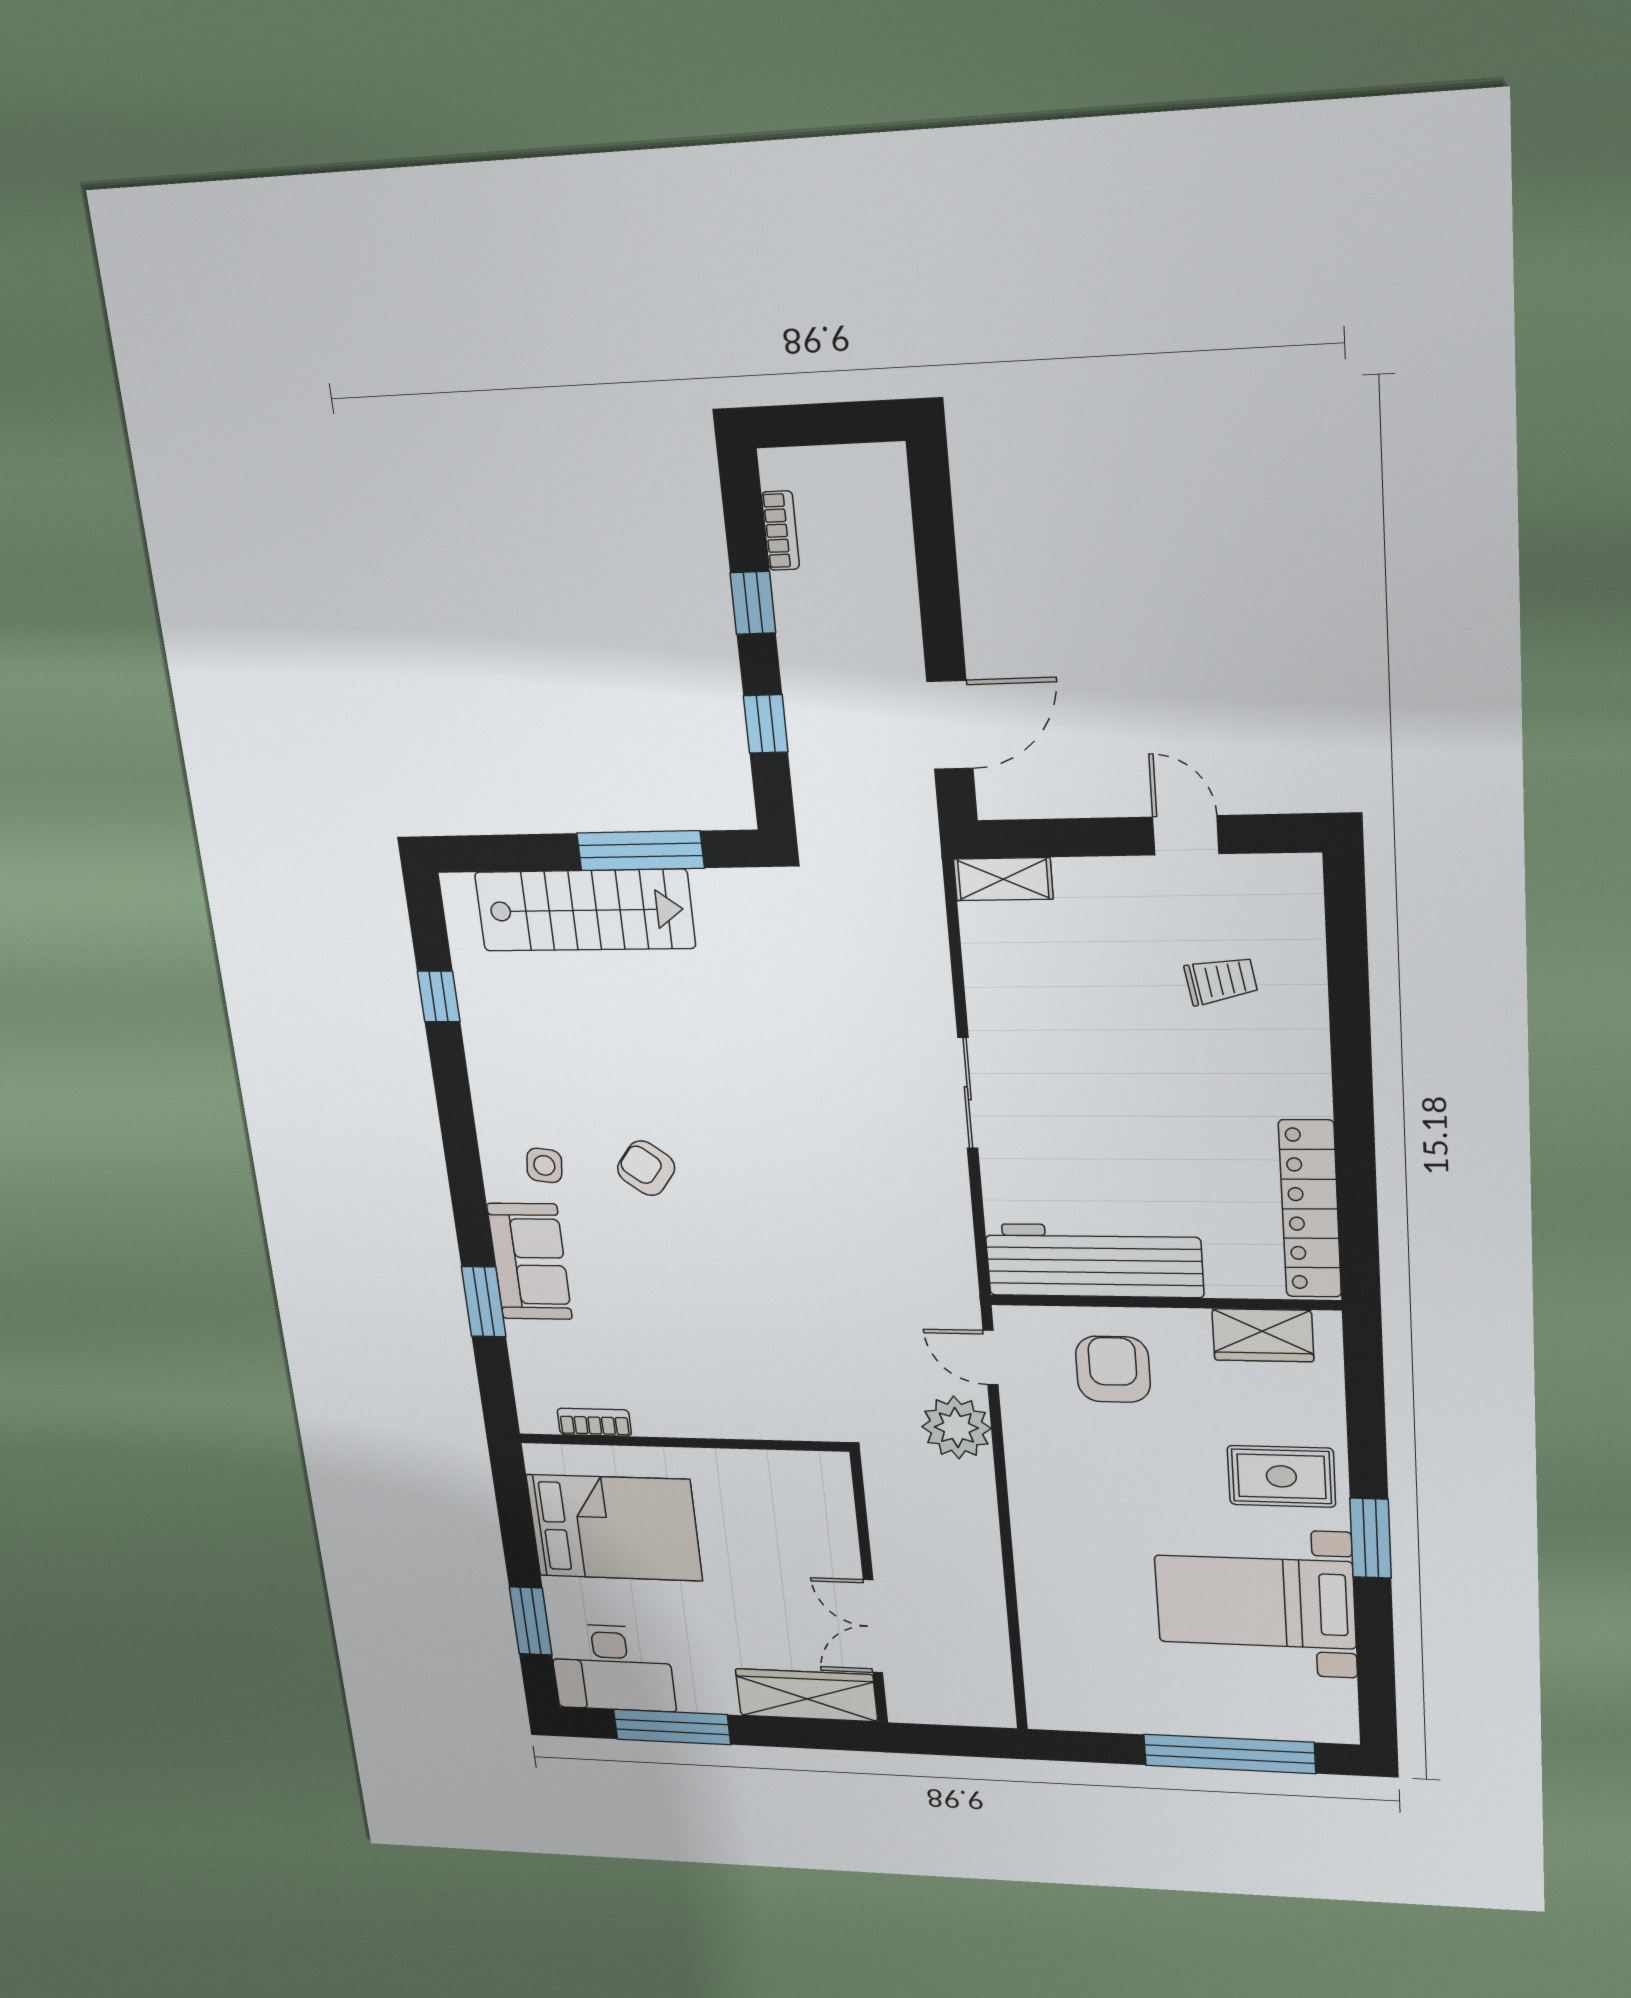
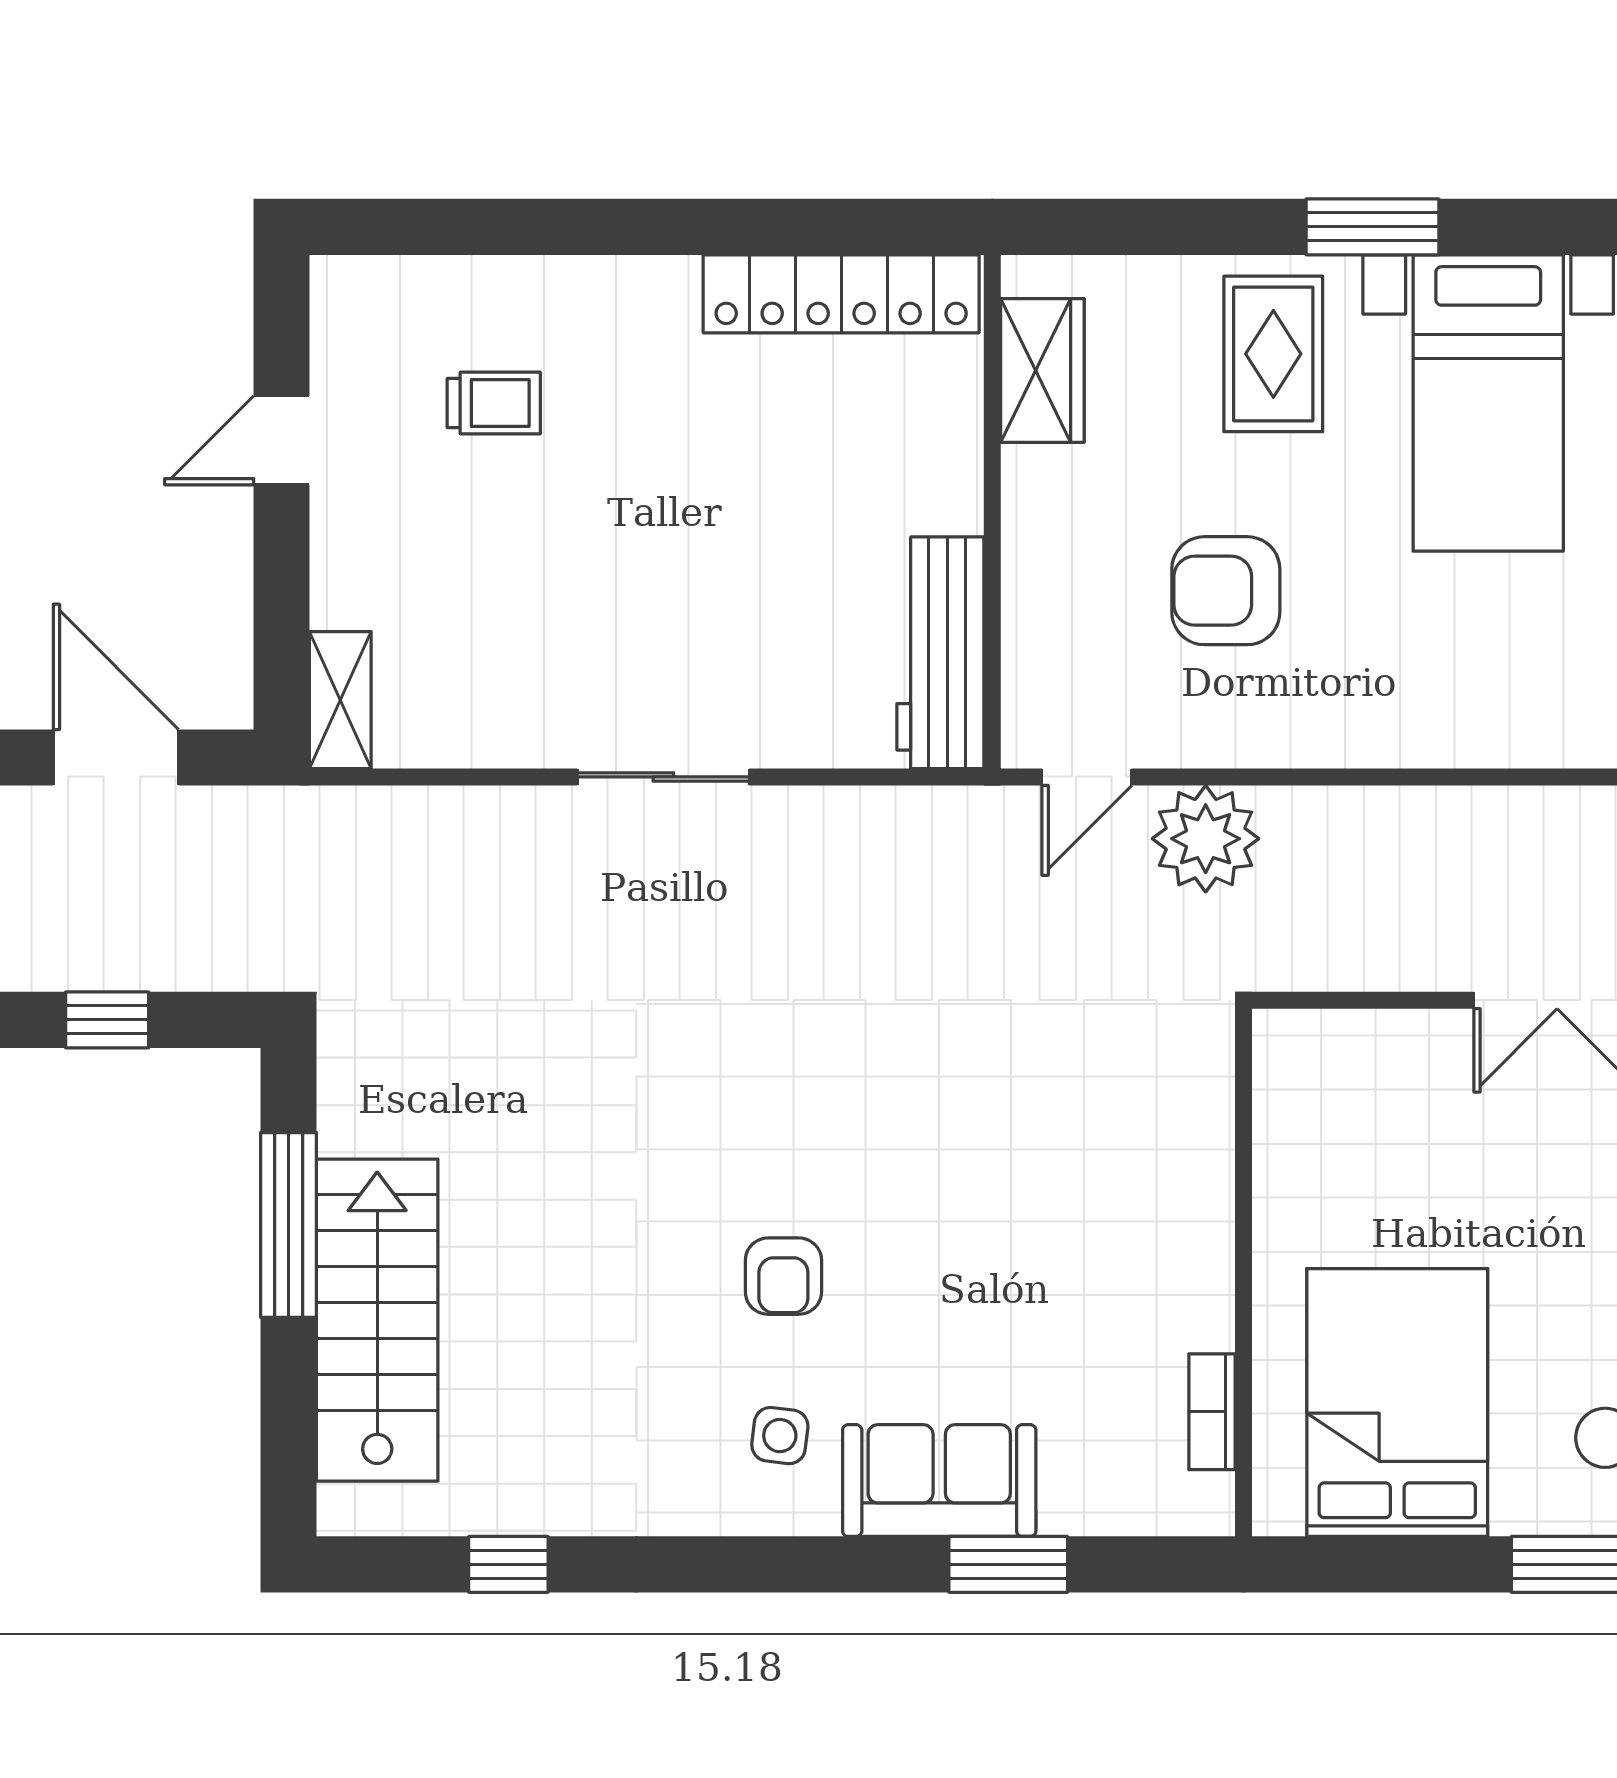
trolley: (1221, 980) -> (494, 403), turned 100
armchair: (646, 1168) -> (783, 1276), turned -37
workbench: (1094, 1261) -> (940, 653), width x0.73, depth x0.76
armchair: (1113, 1369) -> (1226, 591), moved

